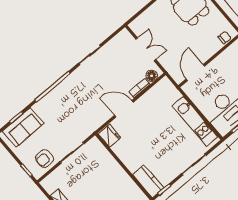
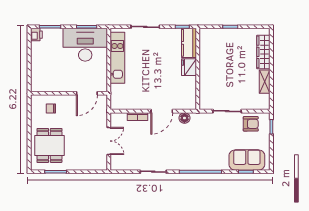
chair: (225, 38) -> (51, 108), moved
double door: (146, 49) -> (109, 141), swing flipped
floor lamp: (152, 76) -> (184, 118), moved
door: (124, 109) -> (162, 111), hinge flipped
fridge: (110, 136) -> (189, 67), moved

